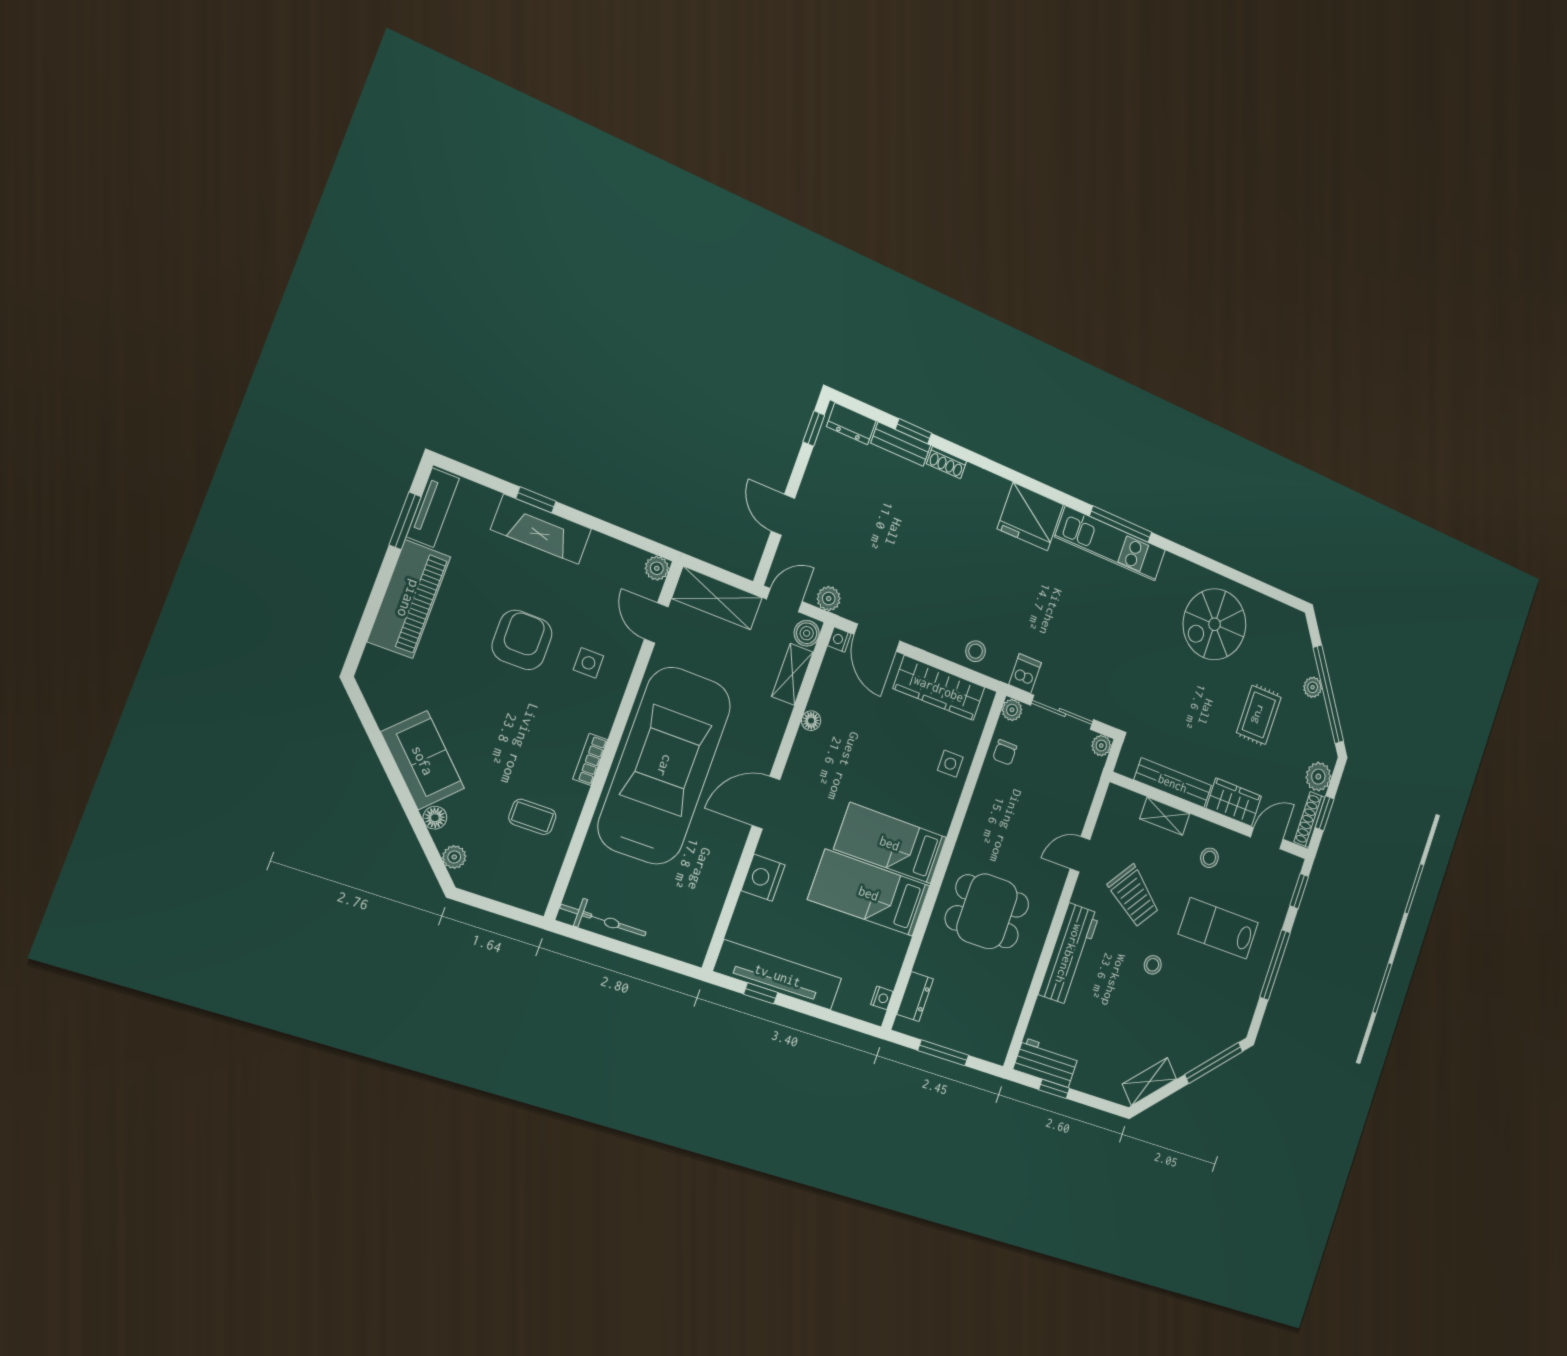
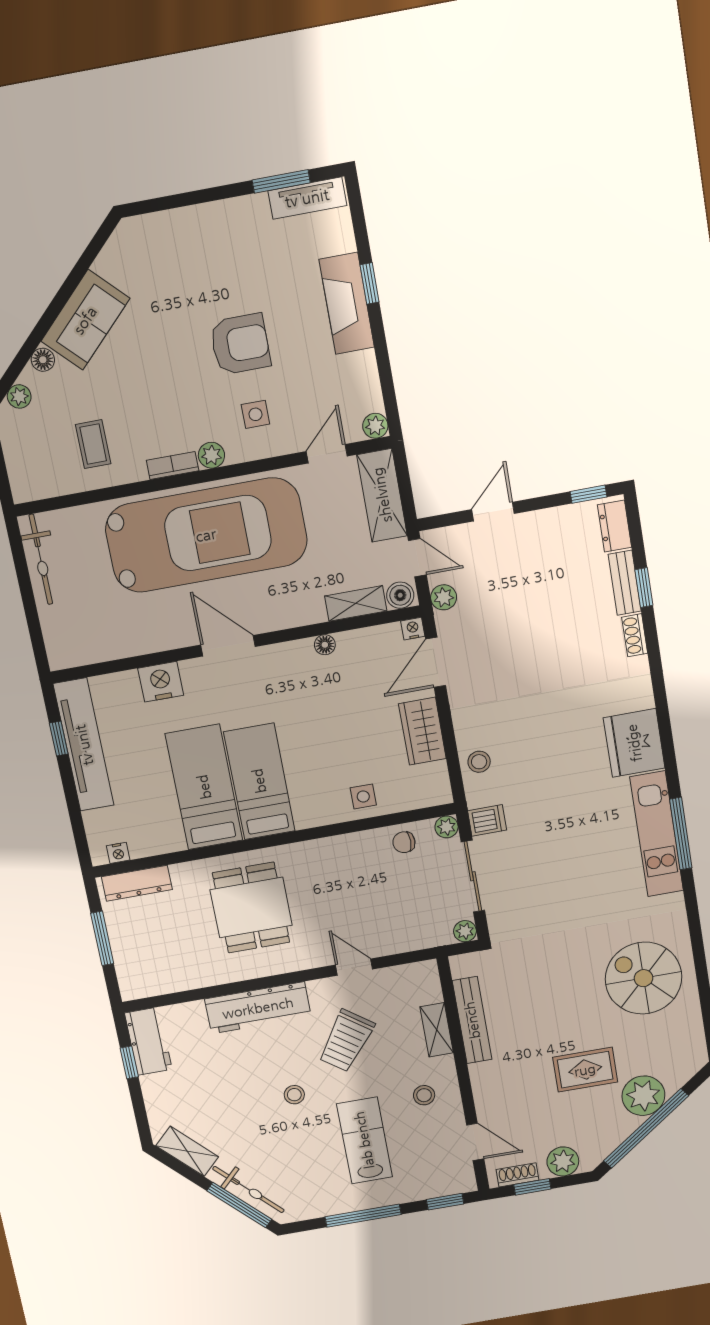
piano: (409, 599) -> (216, 225), removed
plant: (1313, 687) -> (643, 1096), width x1.88, depth x1.88
wardrobe: (939, 688) -> (422, 731), width x0.67
plant: (601, 721) -> (211, 455), added
wardrobe: (1234, 802) -> (489, 1090), removed
shoe rack: (1309, 820) -> (518, 1175), width x0.70
dresser: (915, 997) -> (137, 883), width x1.44
bicycle: (1206, 1048) -> (248, 1190), added

